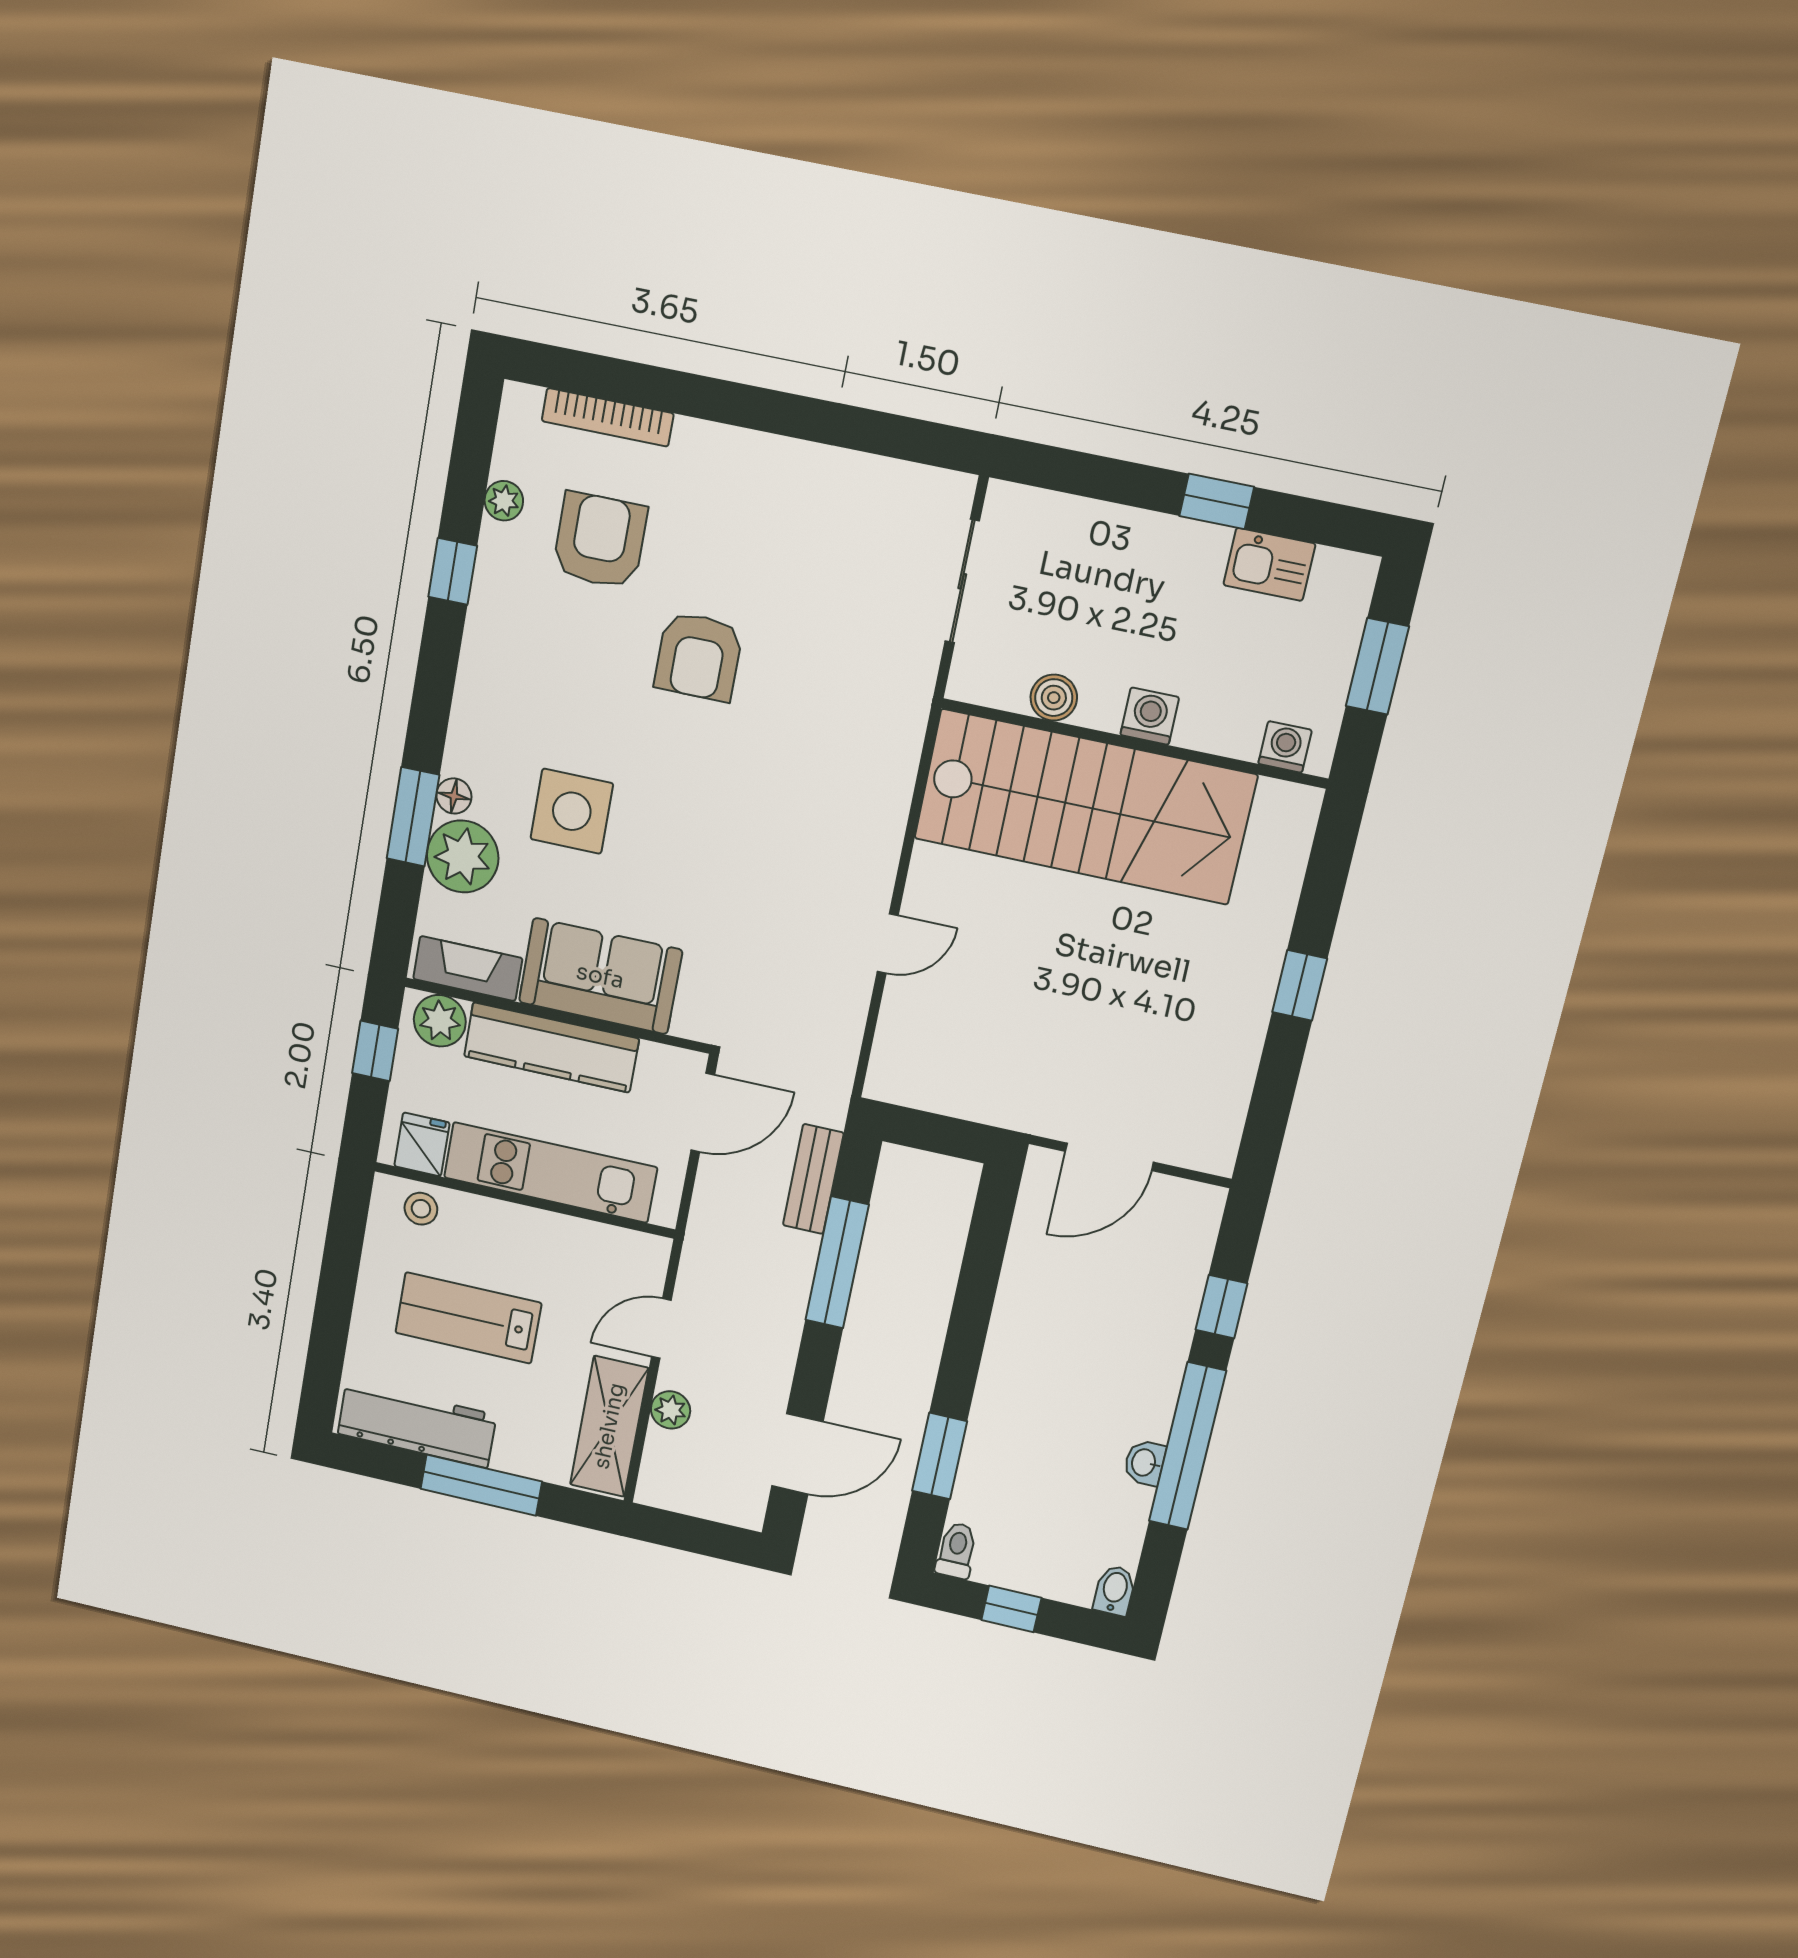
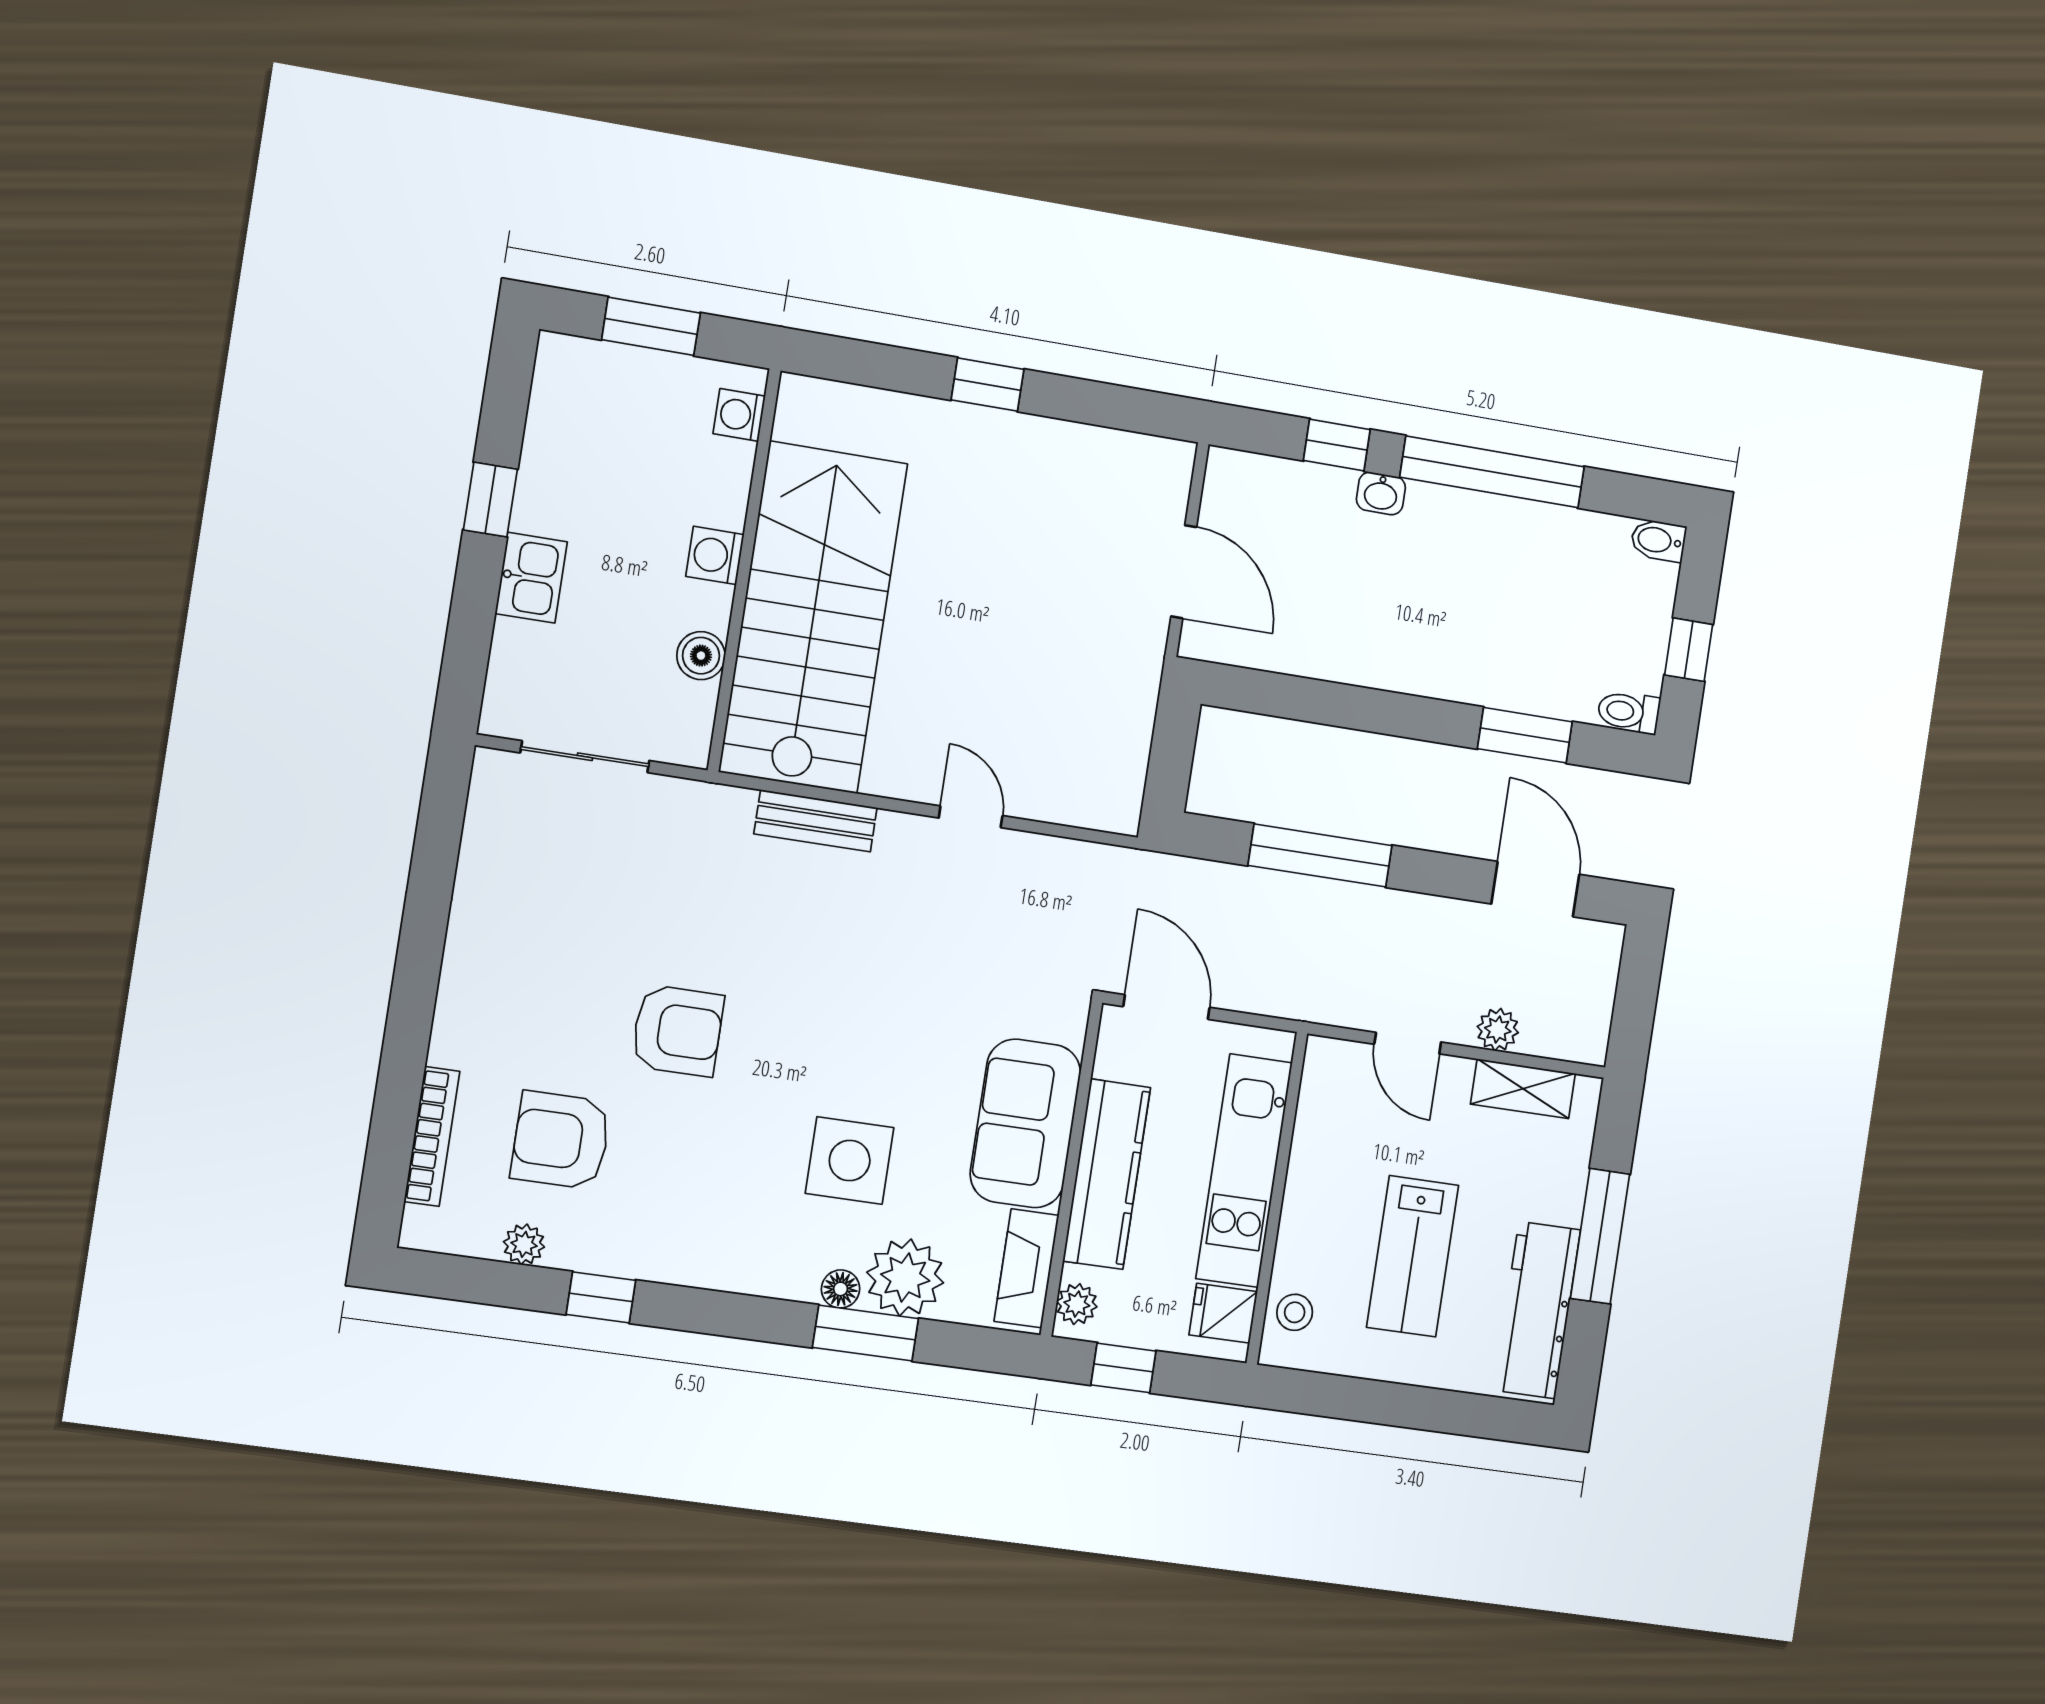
kitchen sink: (1269, 564) -> (531, 578), moved
plant: (440, 1021) -> (1077, 1304), width x0.73, depth x0.73
bench: (813, 1179) -> (816, 821), moved
shelving: (609, 1426) -> (1523, 1089), width x0.67, depth x0.75
washbasin: (1145, 1463) -> (1381, 493), moved

